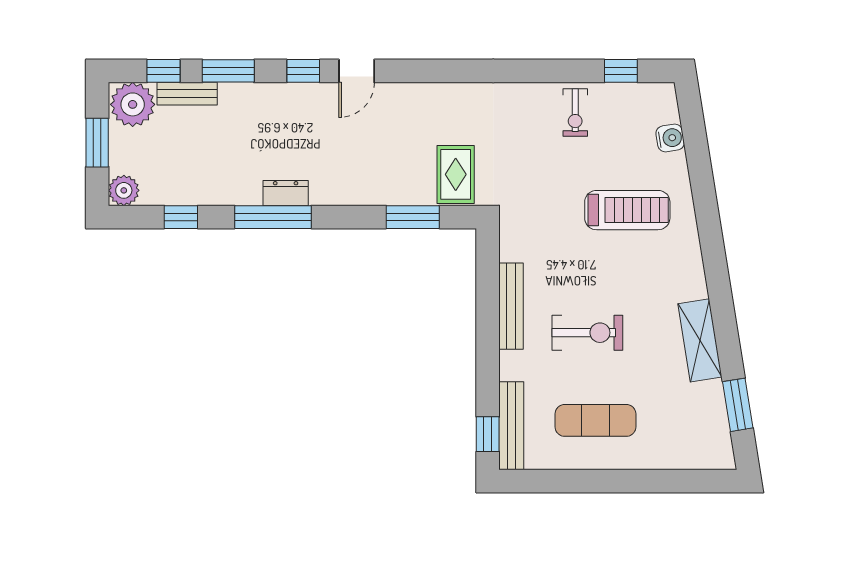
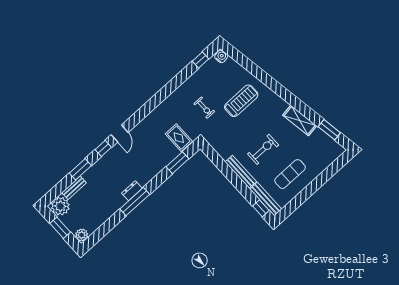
window: (163, 71) -> (60, 187), removed
exercise bike: (575, 112) -> (204, 108), moved
water cooler: (670, 138) -> (221, 56), moved
window: (181, 217) -> (107, 227), removed
bench: (511, 306) -> (241, 172), moved

